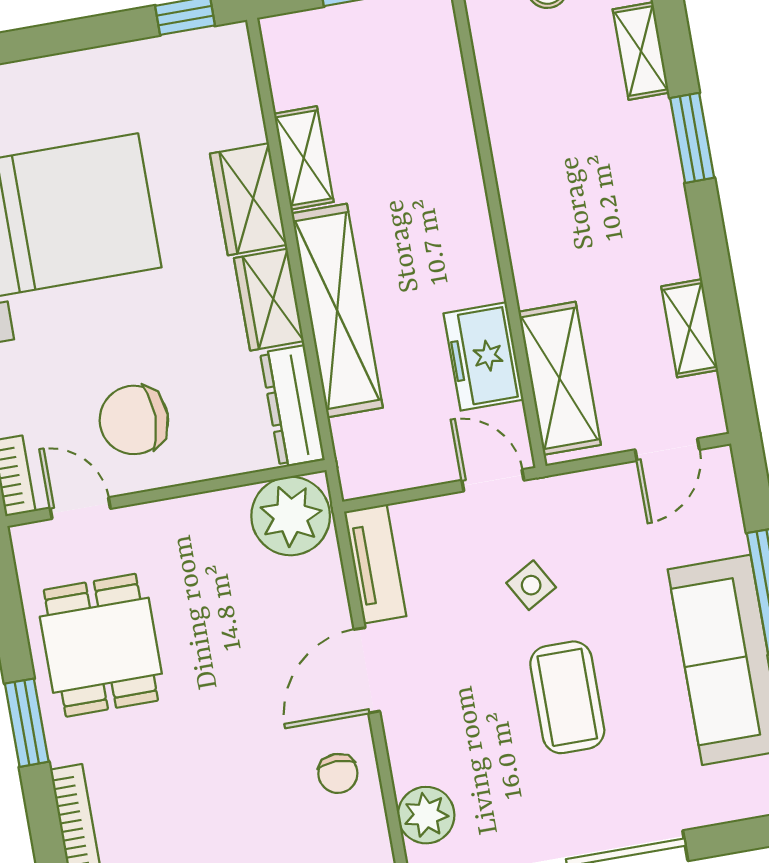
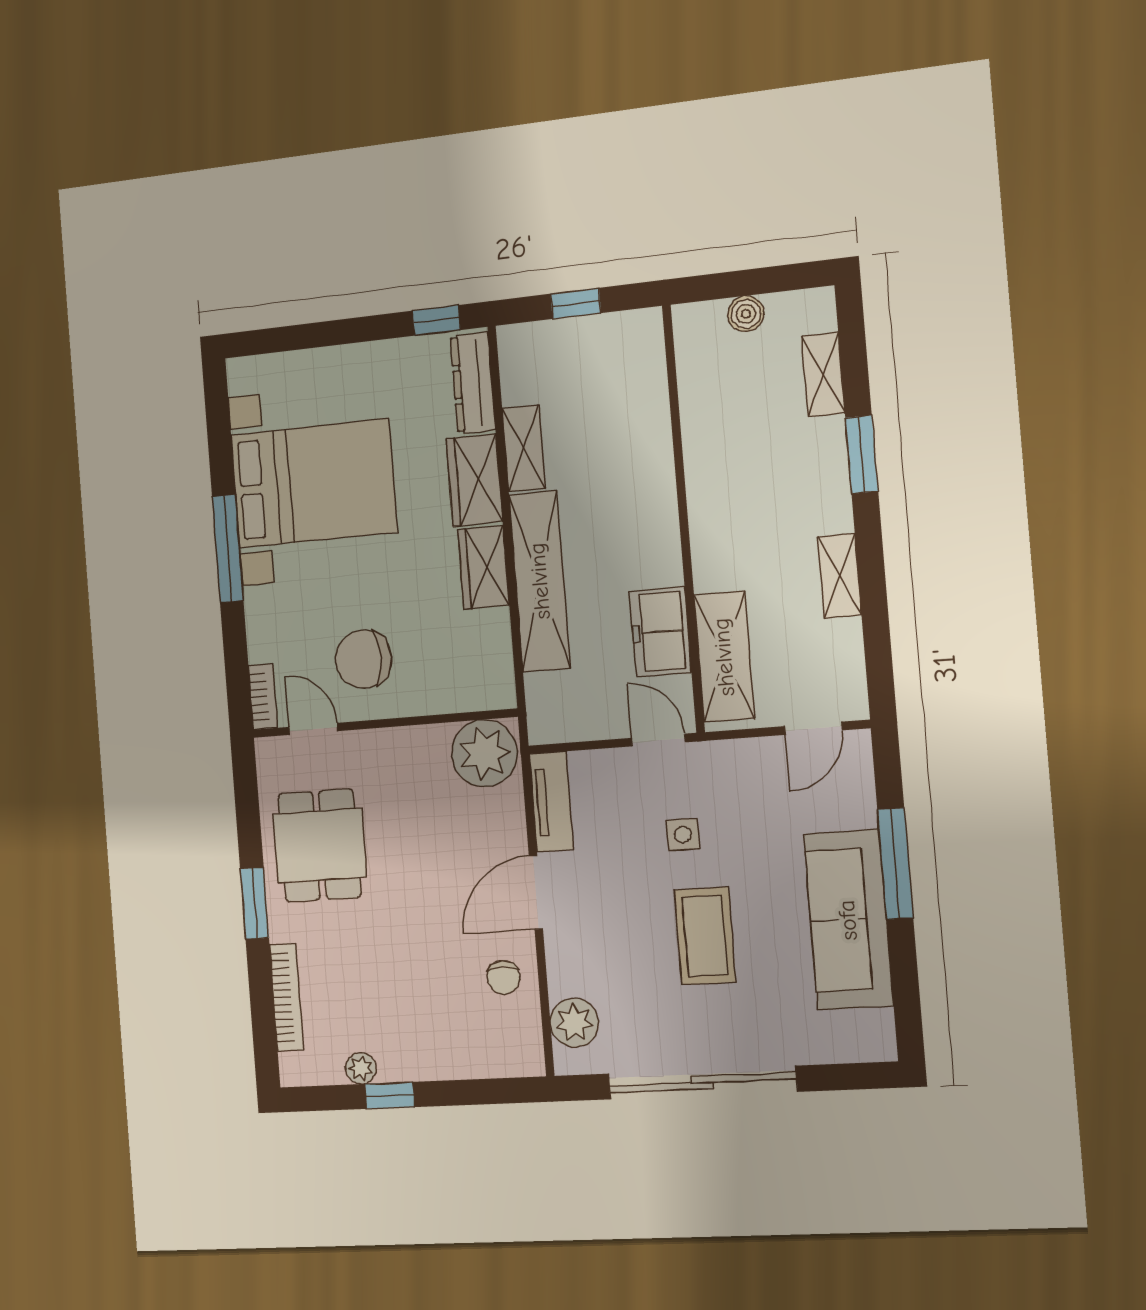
shelving: (690, 328) -> (840, 576), moved
dresser: (292, 406) -> (473, 383), moved
side table: (531, 585) -> (683, 835), turned 30

